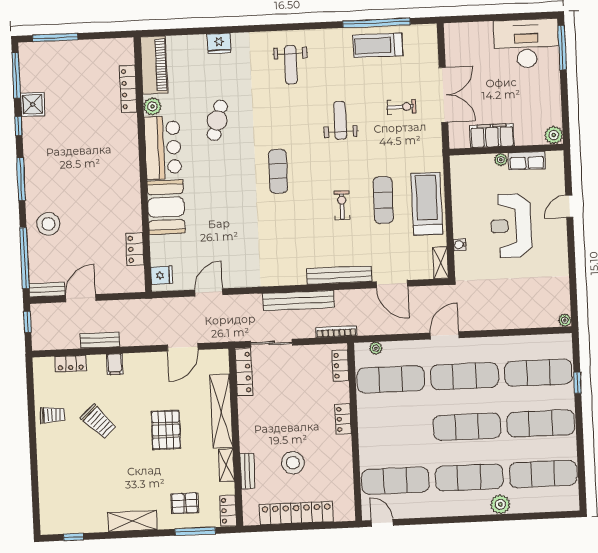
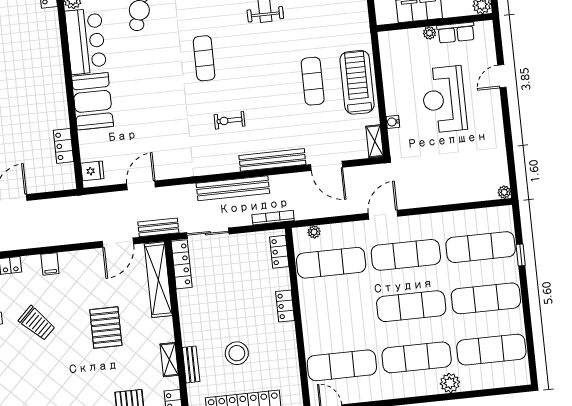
exercise bike: (342, 205) -> (230, 120), moved, turned -90
bench: (100, 340) -> (158, 227), moved
shelving: (221, 411) -> (158, 280), moved

